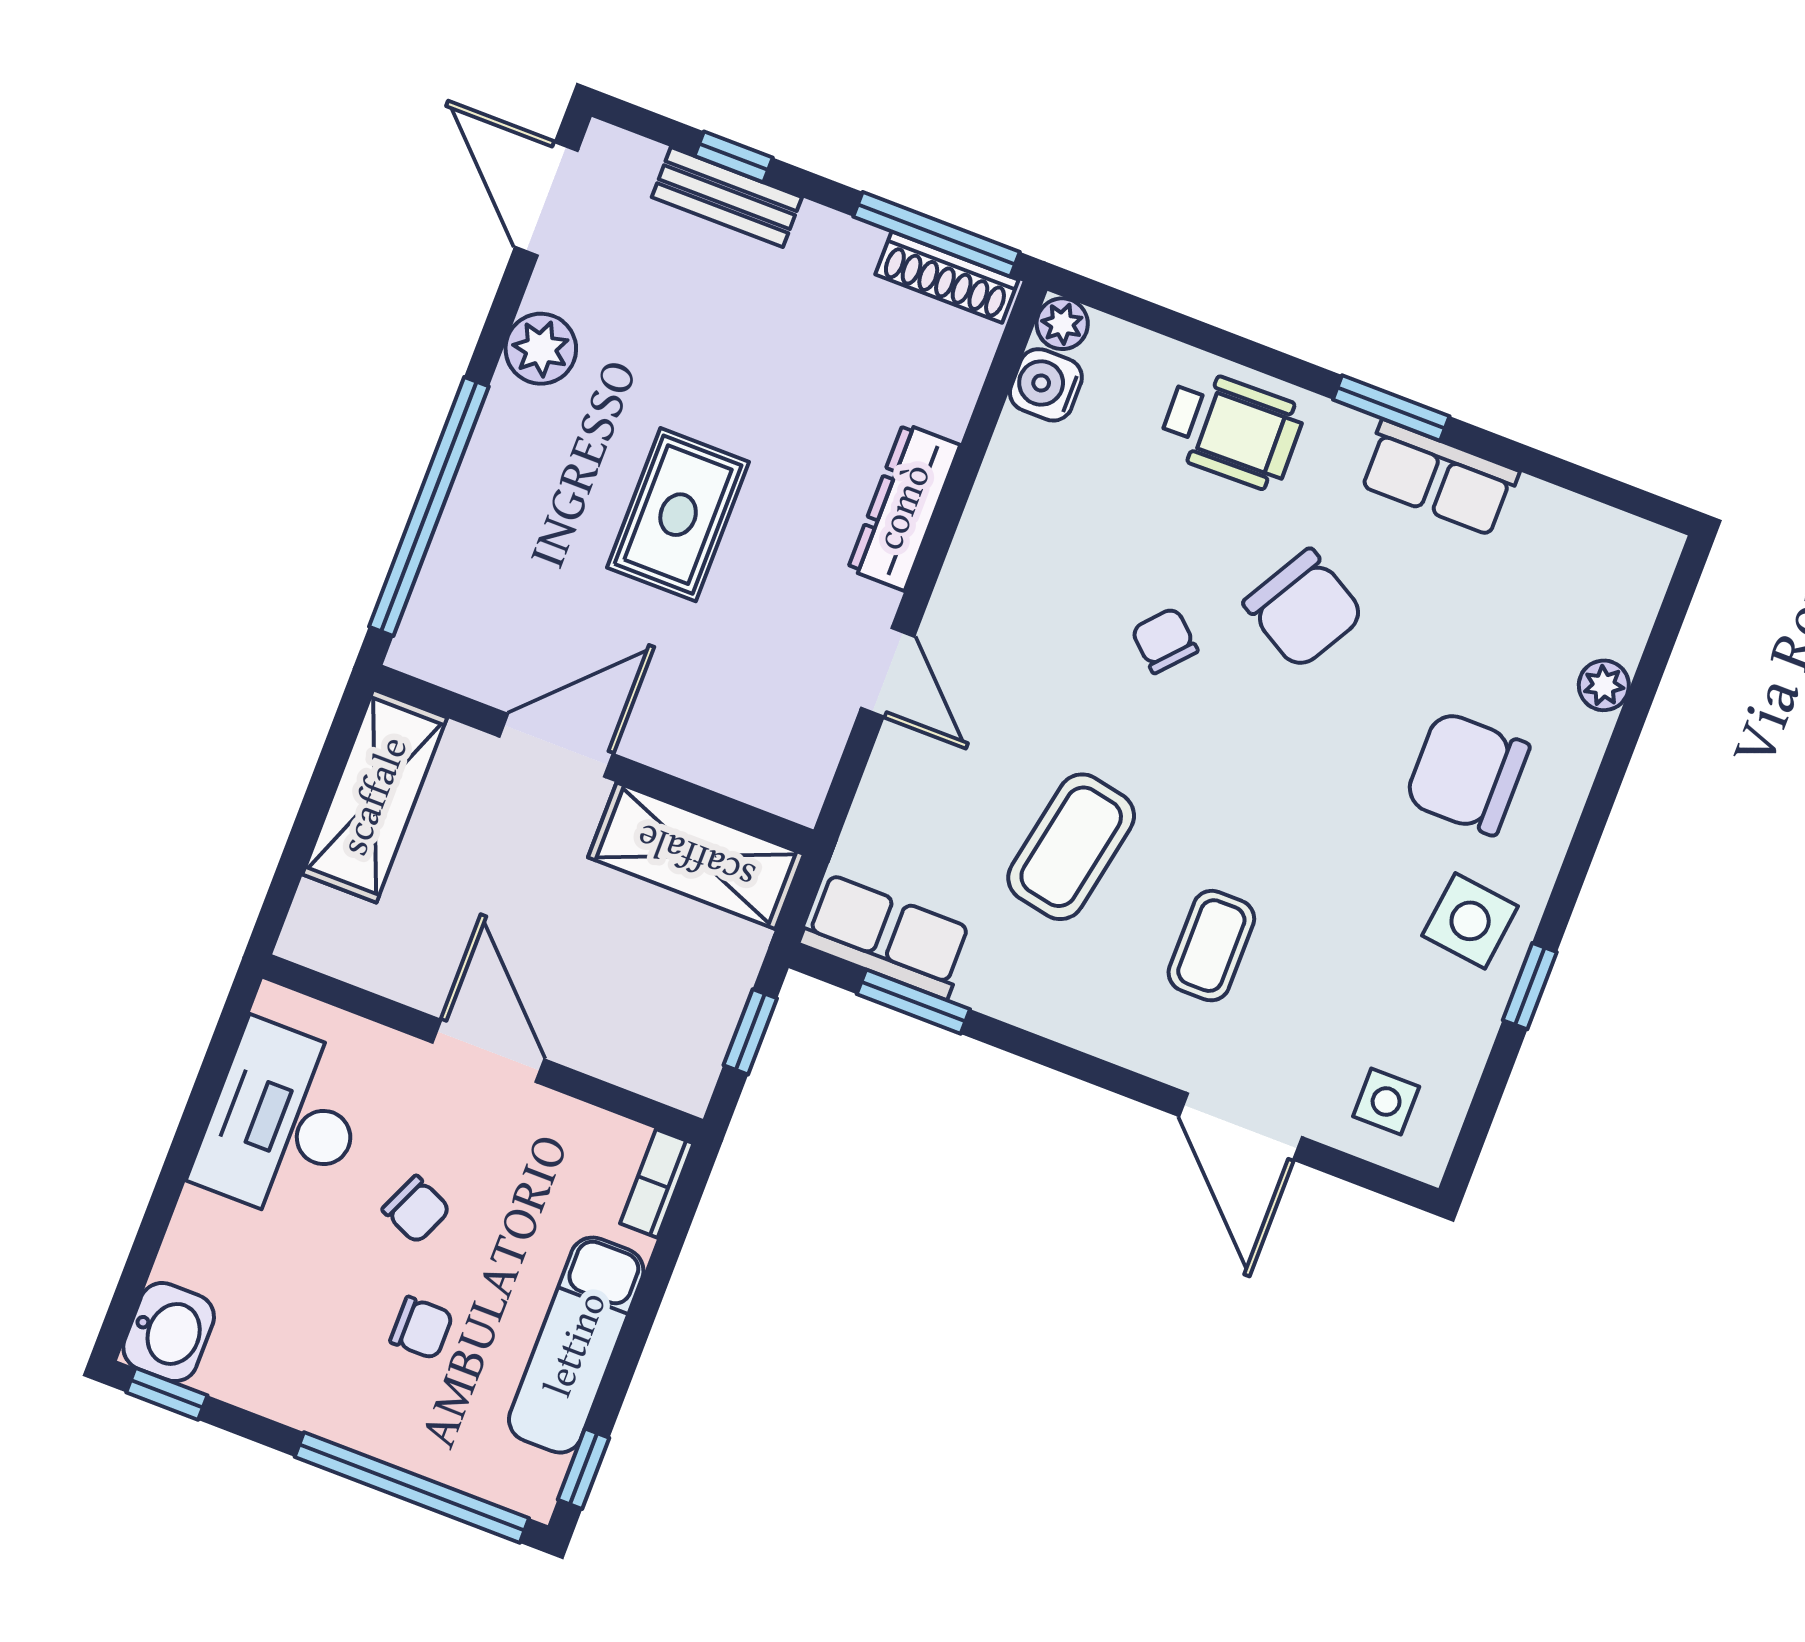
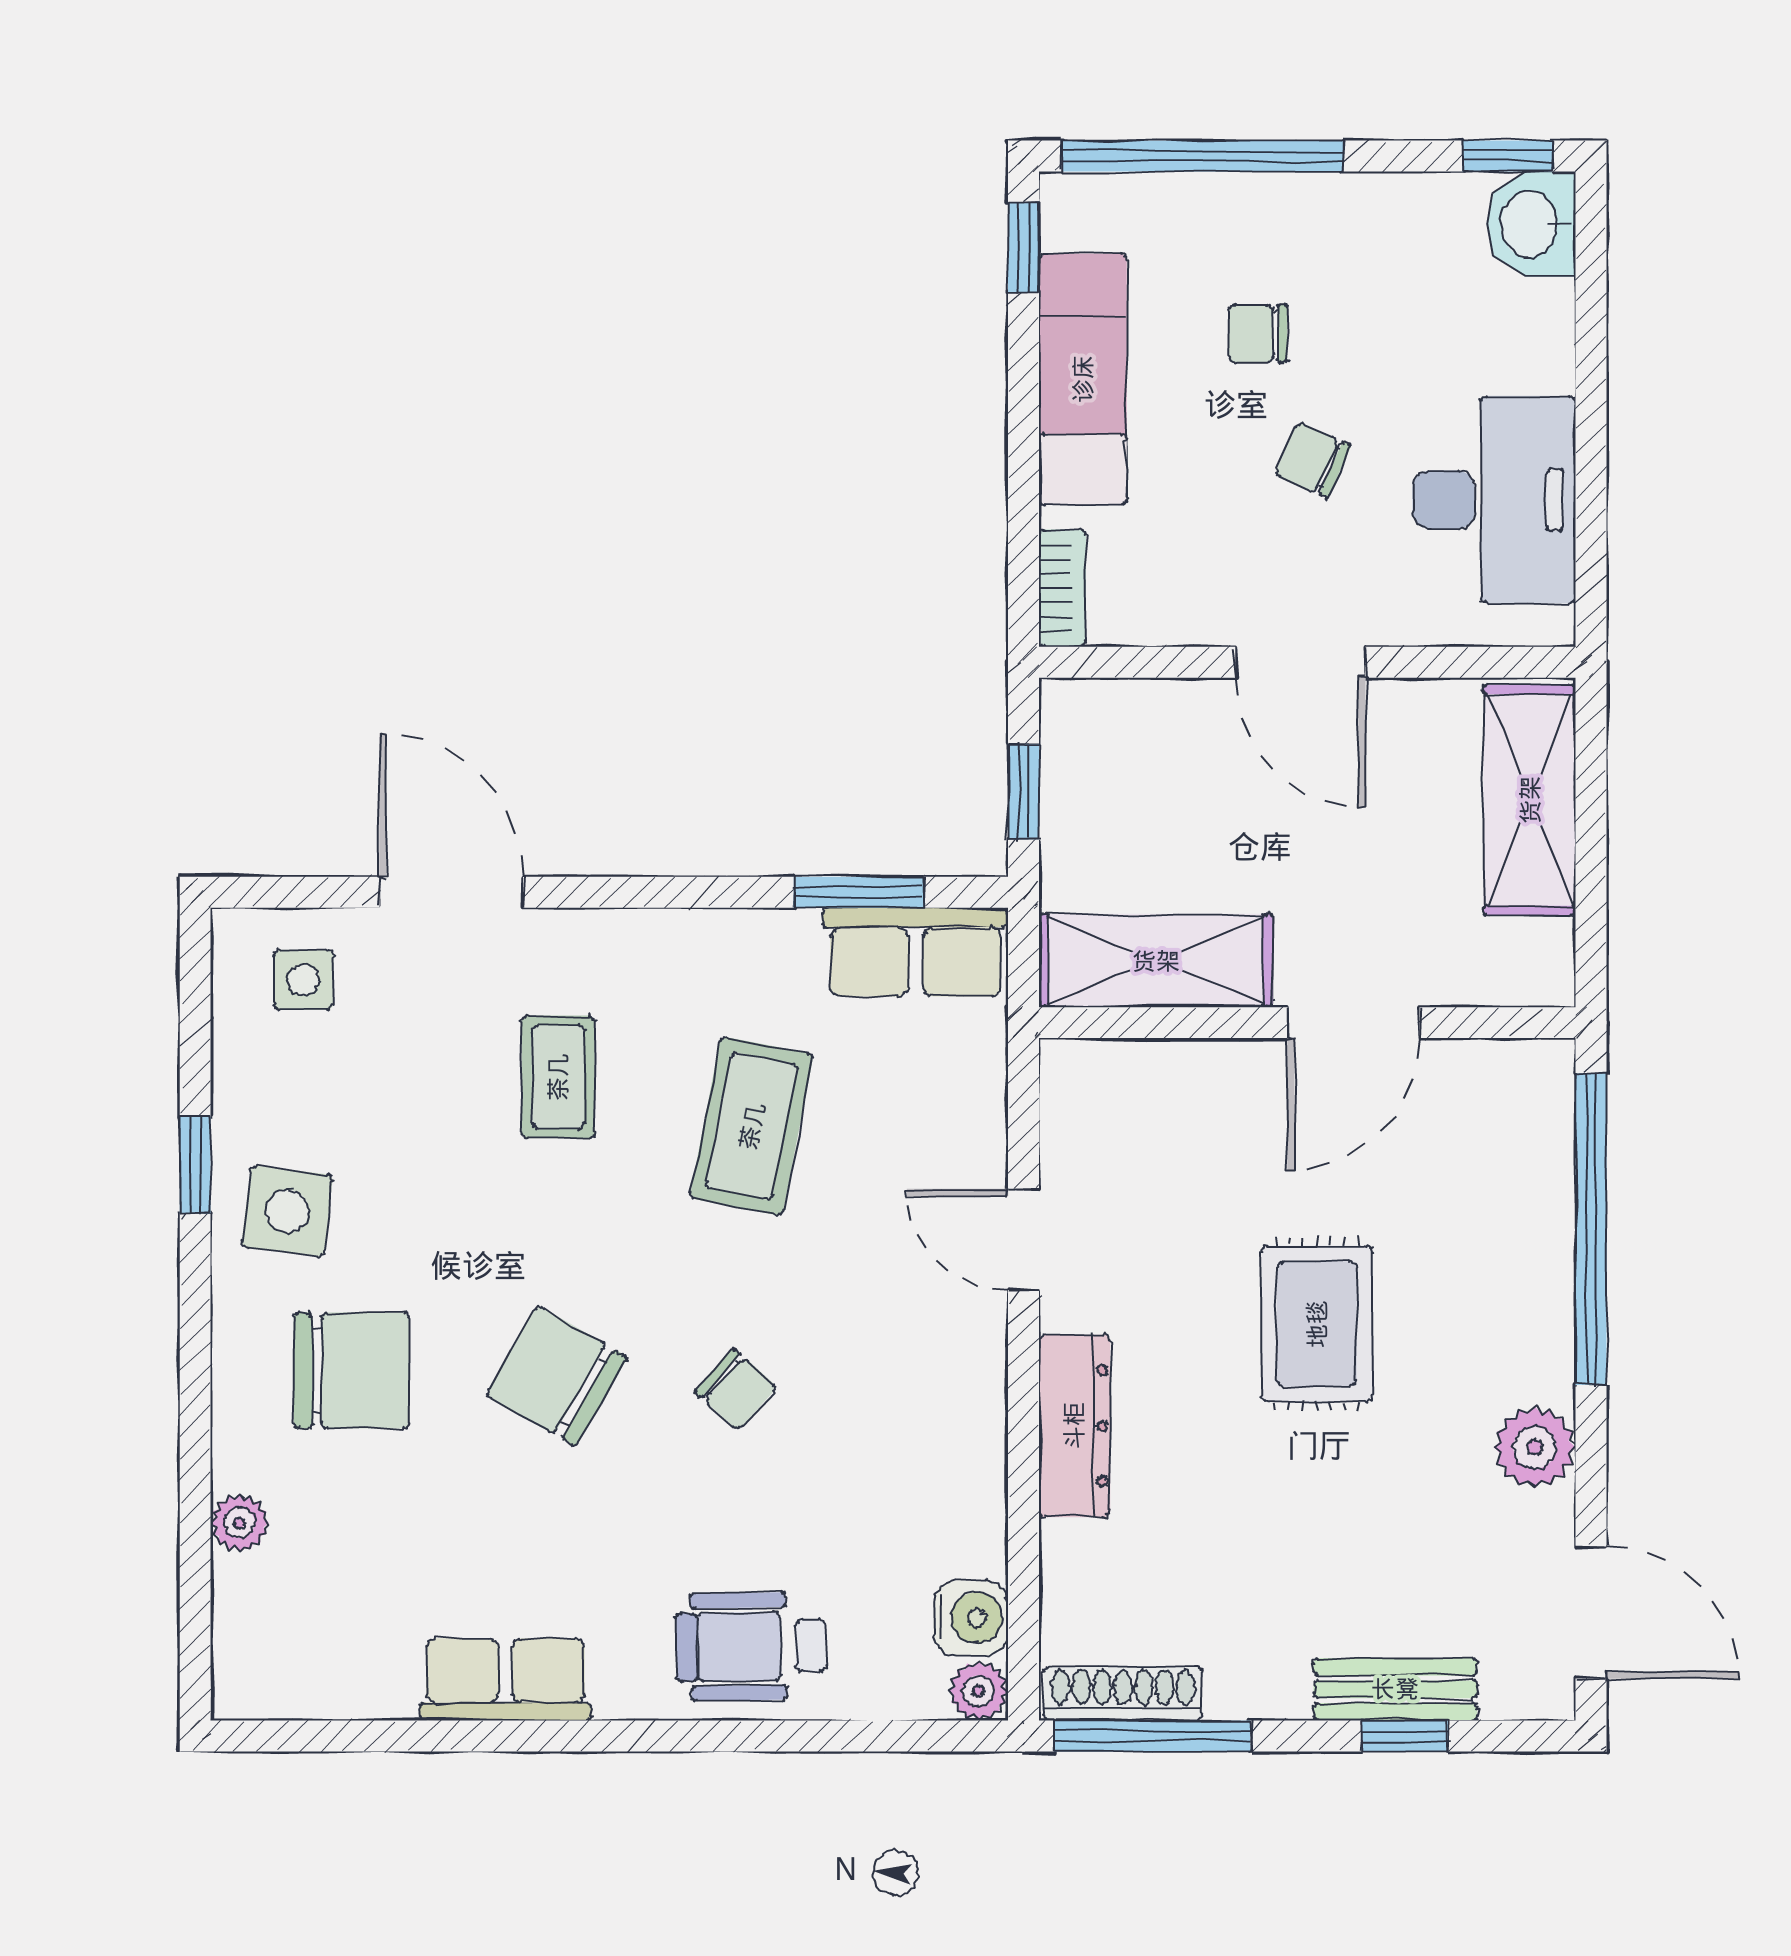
window: (1391, 408) -> (586, 1736), removed
chair: (1304, 609) -> (557, 1376), moved
shelving: (375, 796) -> (1530, 800), moved

